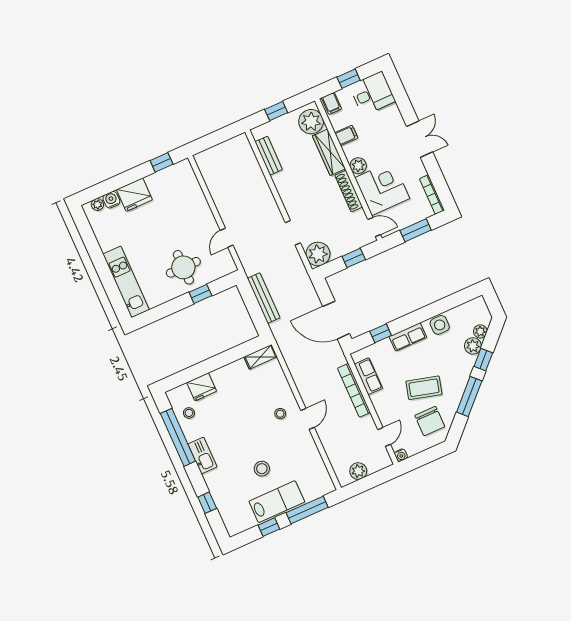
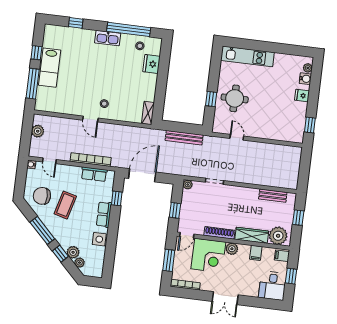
fridge: (134, 195) -> (302, 96), width x0.53, depth x0.75
plant: (318, 254) -> (188, 185), width x0.53, depth x0.53
stool: (262, 469) -> (76, 71), removed

